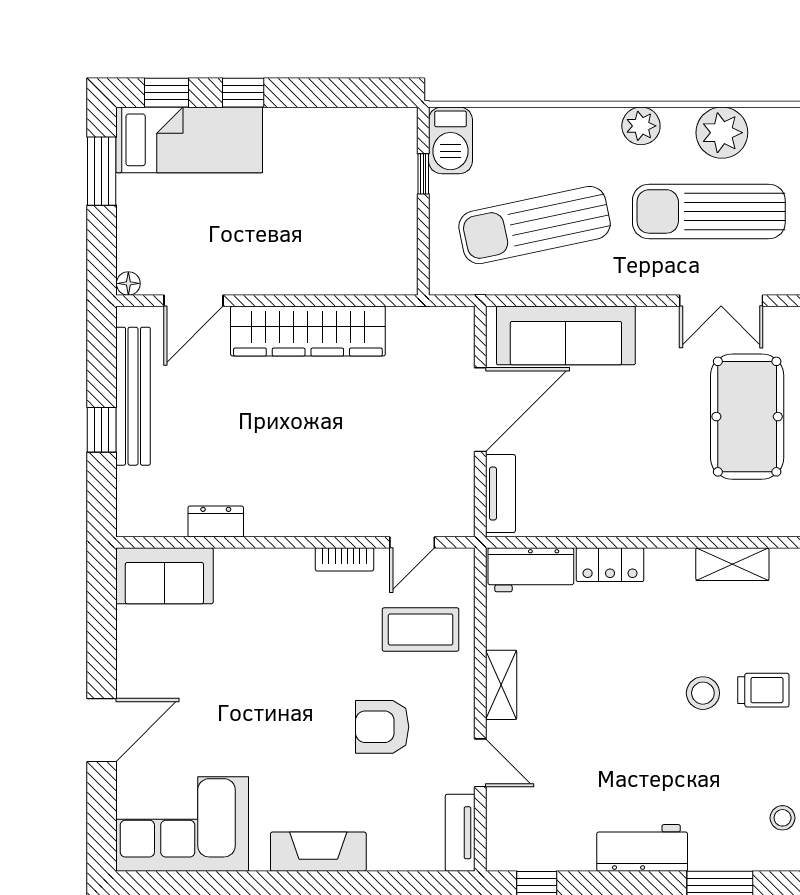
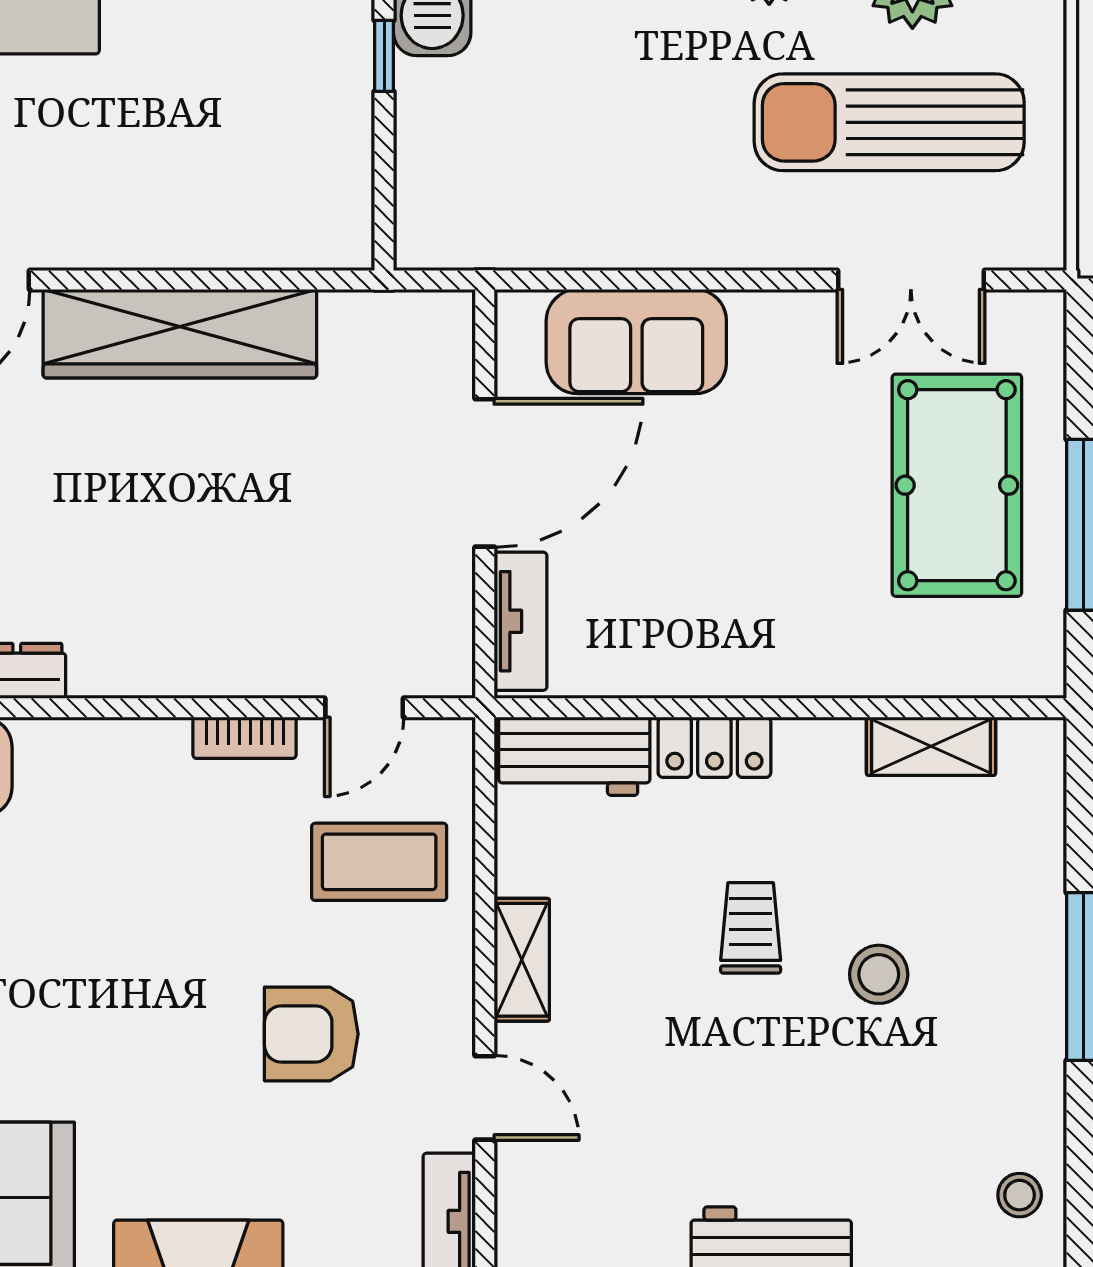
sun lounger: (535, 225) -> (581, 146), removed
sofa: (566, 335) -> (636, 342), width x0.73
trolley: (763, 690) -> (751, 928), moved, turned -90

